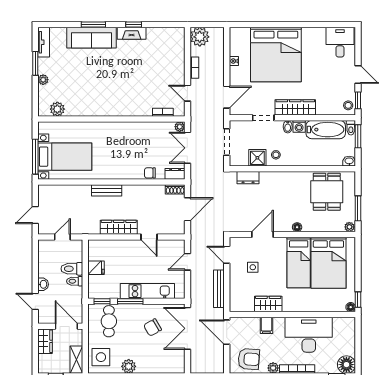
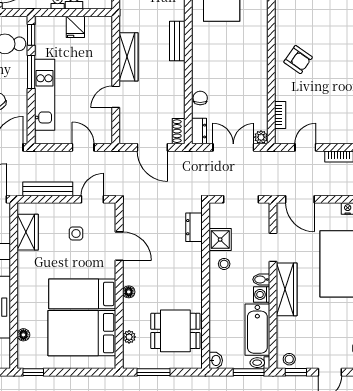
armchair: (121, 99) -> (298, 60), added
plant: (349, 227) -> (129, 337), moved
wardrobe: (268, 304) -> (28, 232), moved
floor lamp: (351, 307) -> (23, 335), moved

